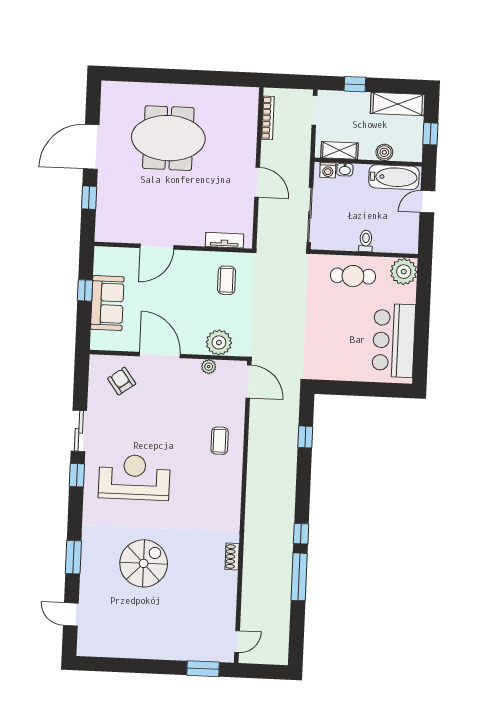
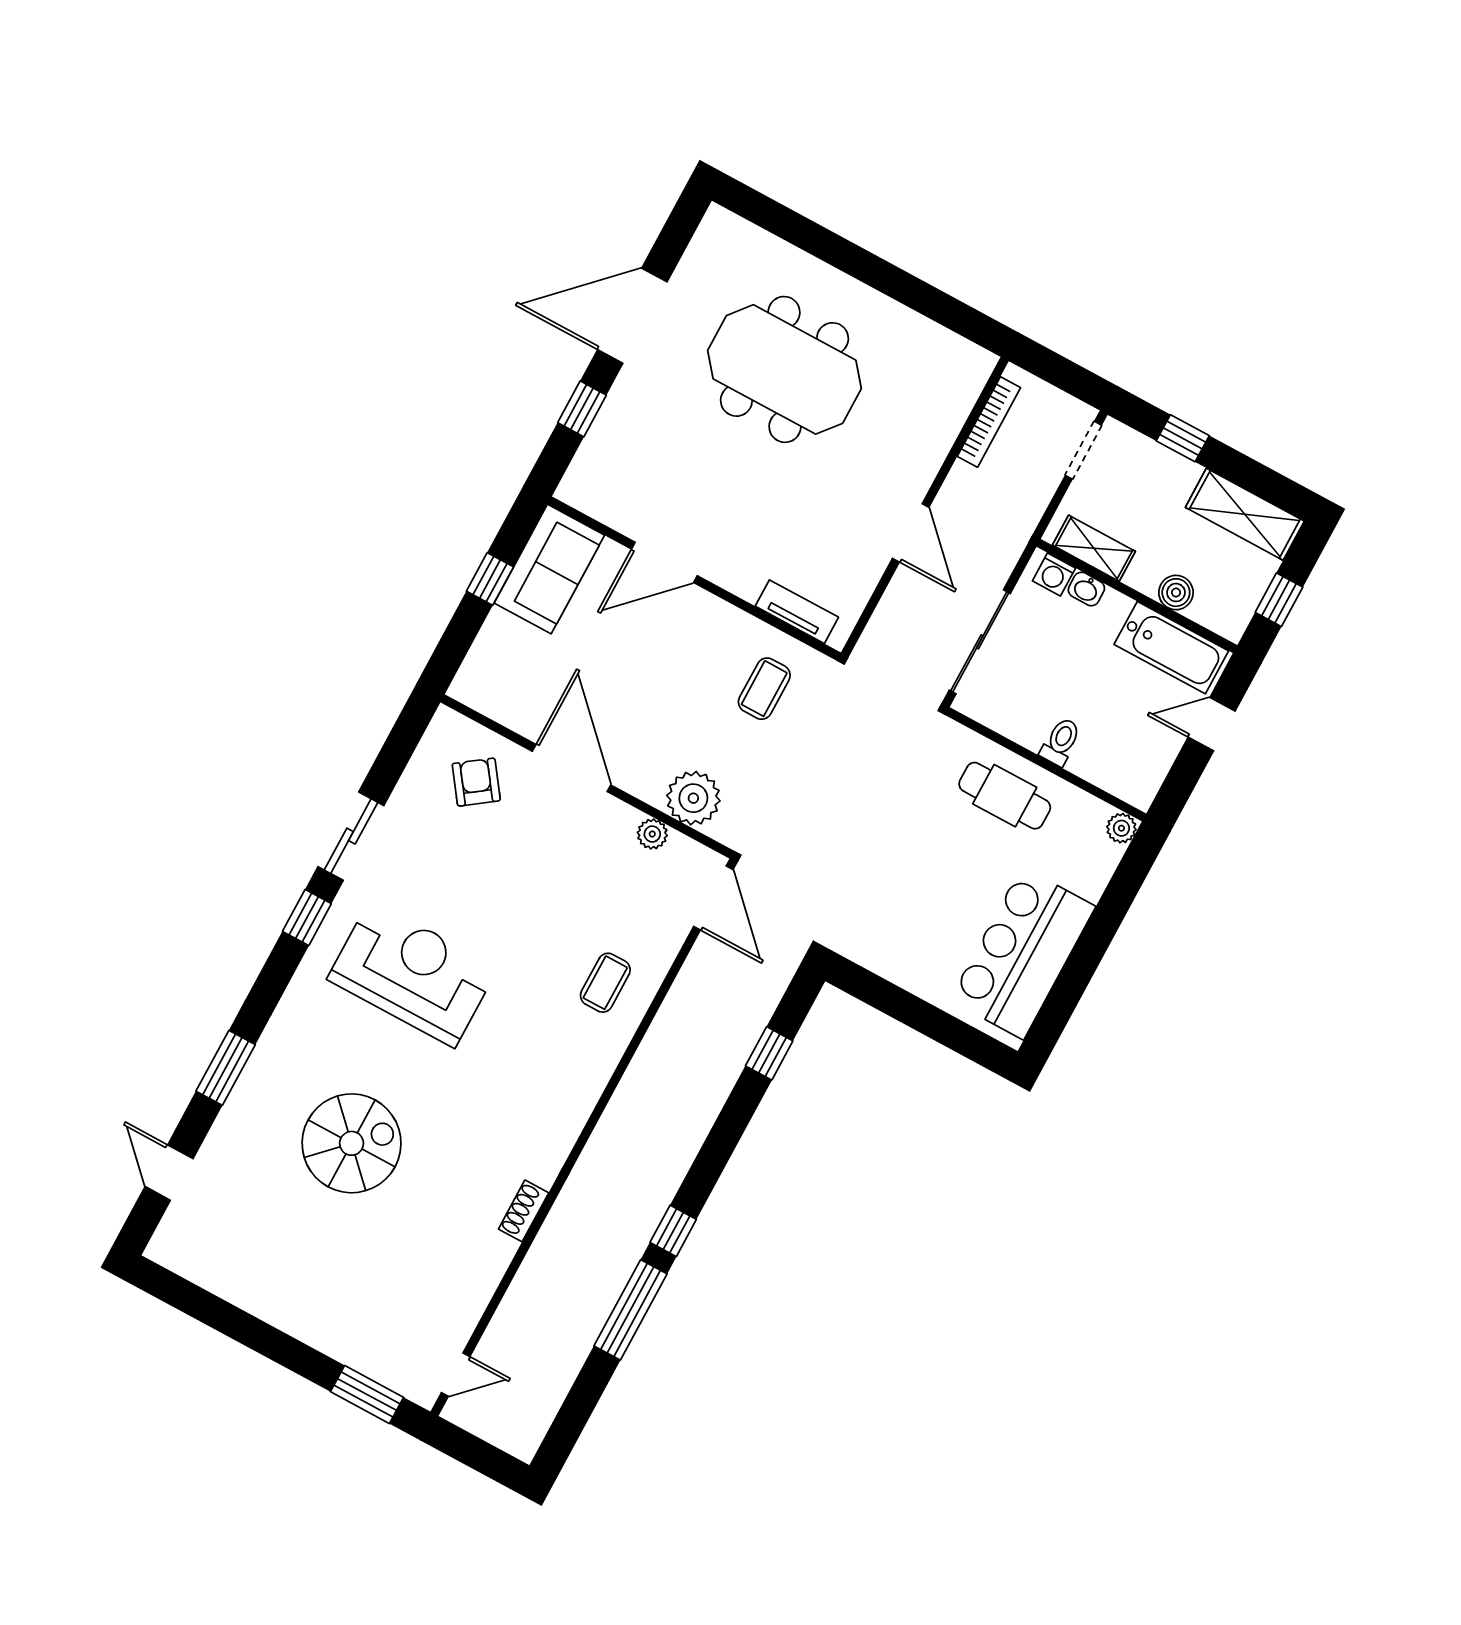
plant: (404, 272) -> (1121, 828), width x0.53, depth x0.53
sofa: (107, 303) -> (549, 569), moved

